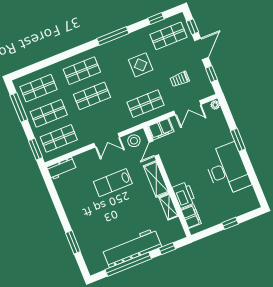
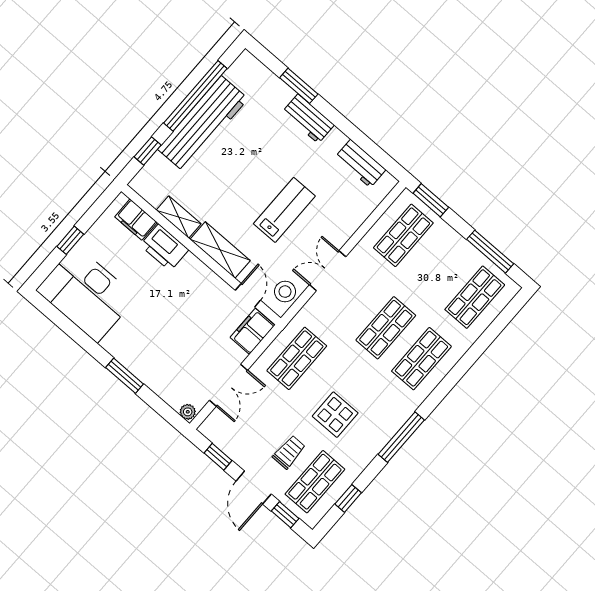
trolley: (180, 79) -> (289, 452), moved
double door: (187, 108) -> (228, 385), swing flipped
shop shelf: (49, 113) -> (439, 266), removed
workbench: (62, 168) -> (360, 163), moved, turned -90
desk: (227, 169) -> (86, 294), moved
workbench: (77, 223) -> (308, 119), added

